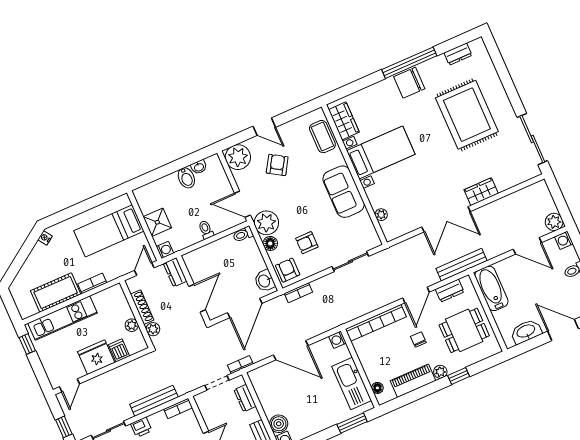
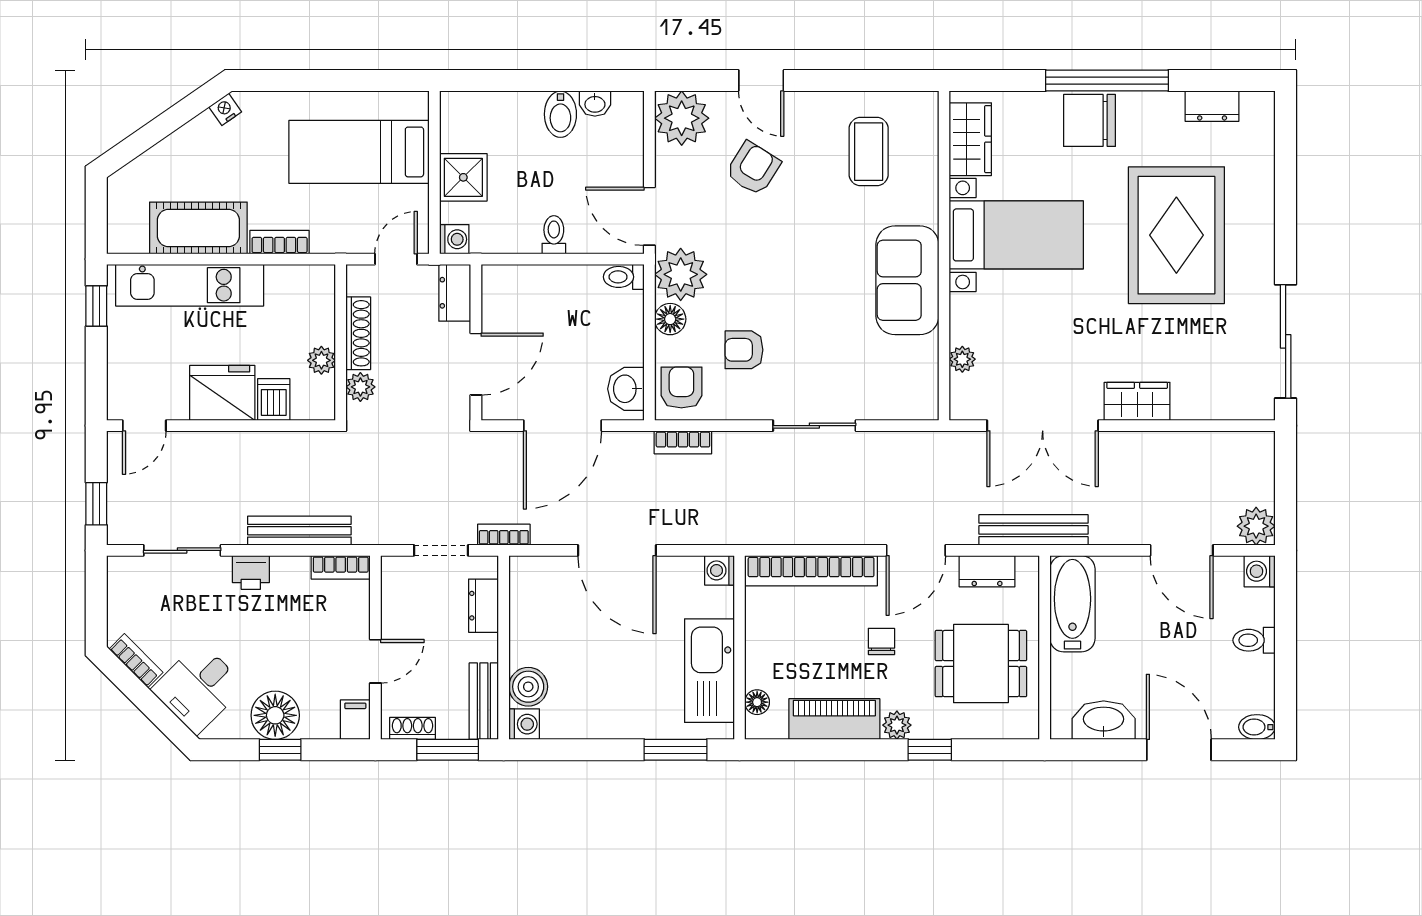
wardrobe: (344, 121) -> (970, 139), moved
bed with nightstands: (381, 153) -> (1016, 235), moved
wall: (354, 175) -> (944, 256), moved
sofa: (344, 192) -> (907, 280), moved
plant: (381, 215) -> (962, 359), moved

